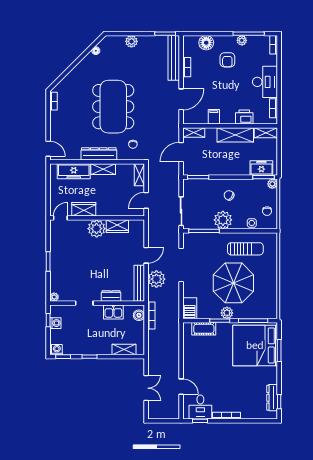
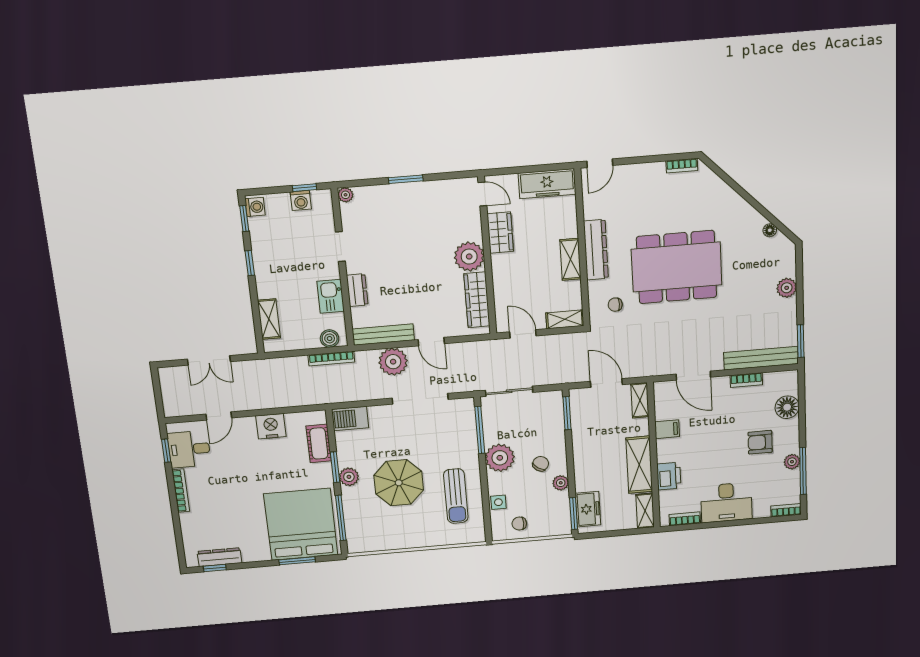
freezer: (74, 171) -> (547, 184), moved, turned -90
plant: (272, 184) -> (561, 483), moved
wardrobe: (117, 226) -> (477, 300), width x1.50
parasol: (233, 283) -> (399, 483), width x0.73, depth x0.73
nightstand: (190, 356) -> (271, 426), added

